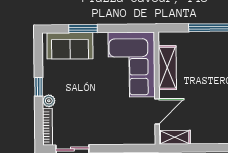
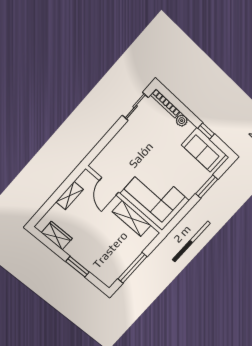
sofa: (70, 46) -> (204, 150), moved, turned -90
window: (39, 87) -> (206, 131), moved
shelving: (175, 137) -> (70, 196), moved

